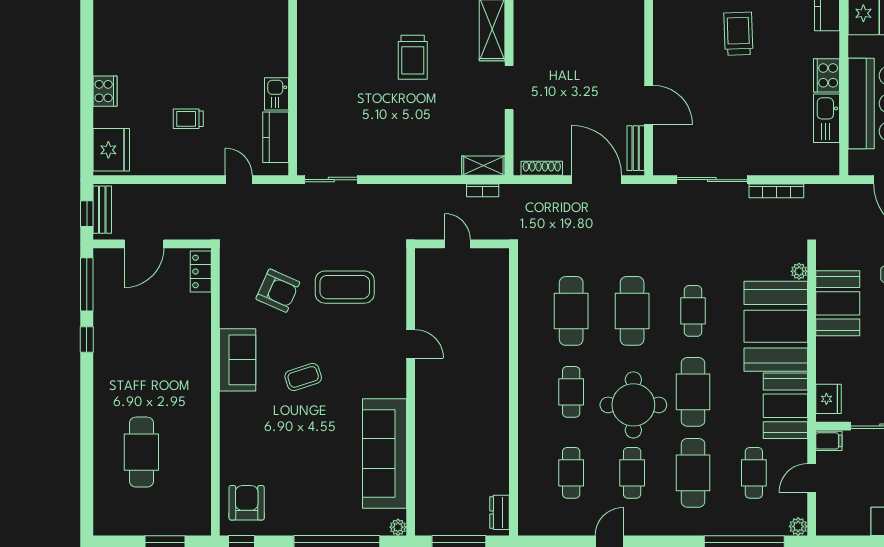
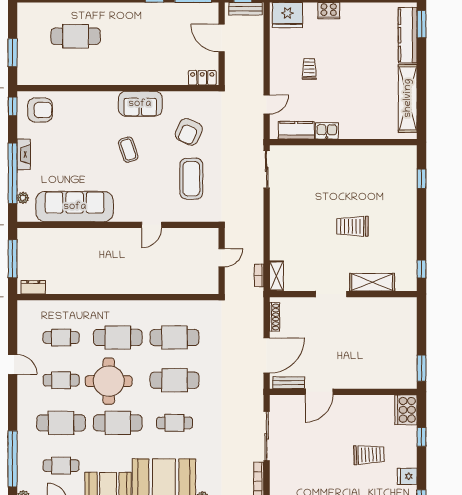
cafe table: (571, 392) -> (118, 337), width x1.37, depth x1.35
fireplace: (310, 526) -> (24, 154), added
plant: (398, 527) -> (23, 198), moved

